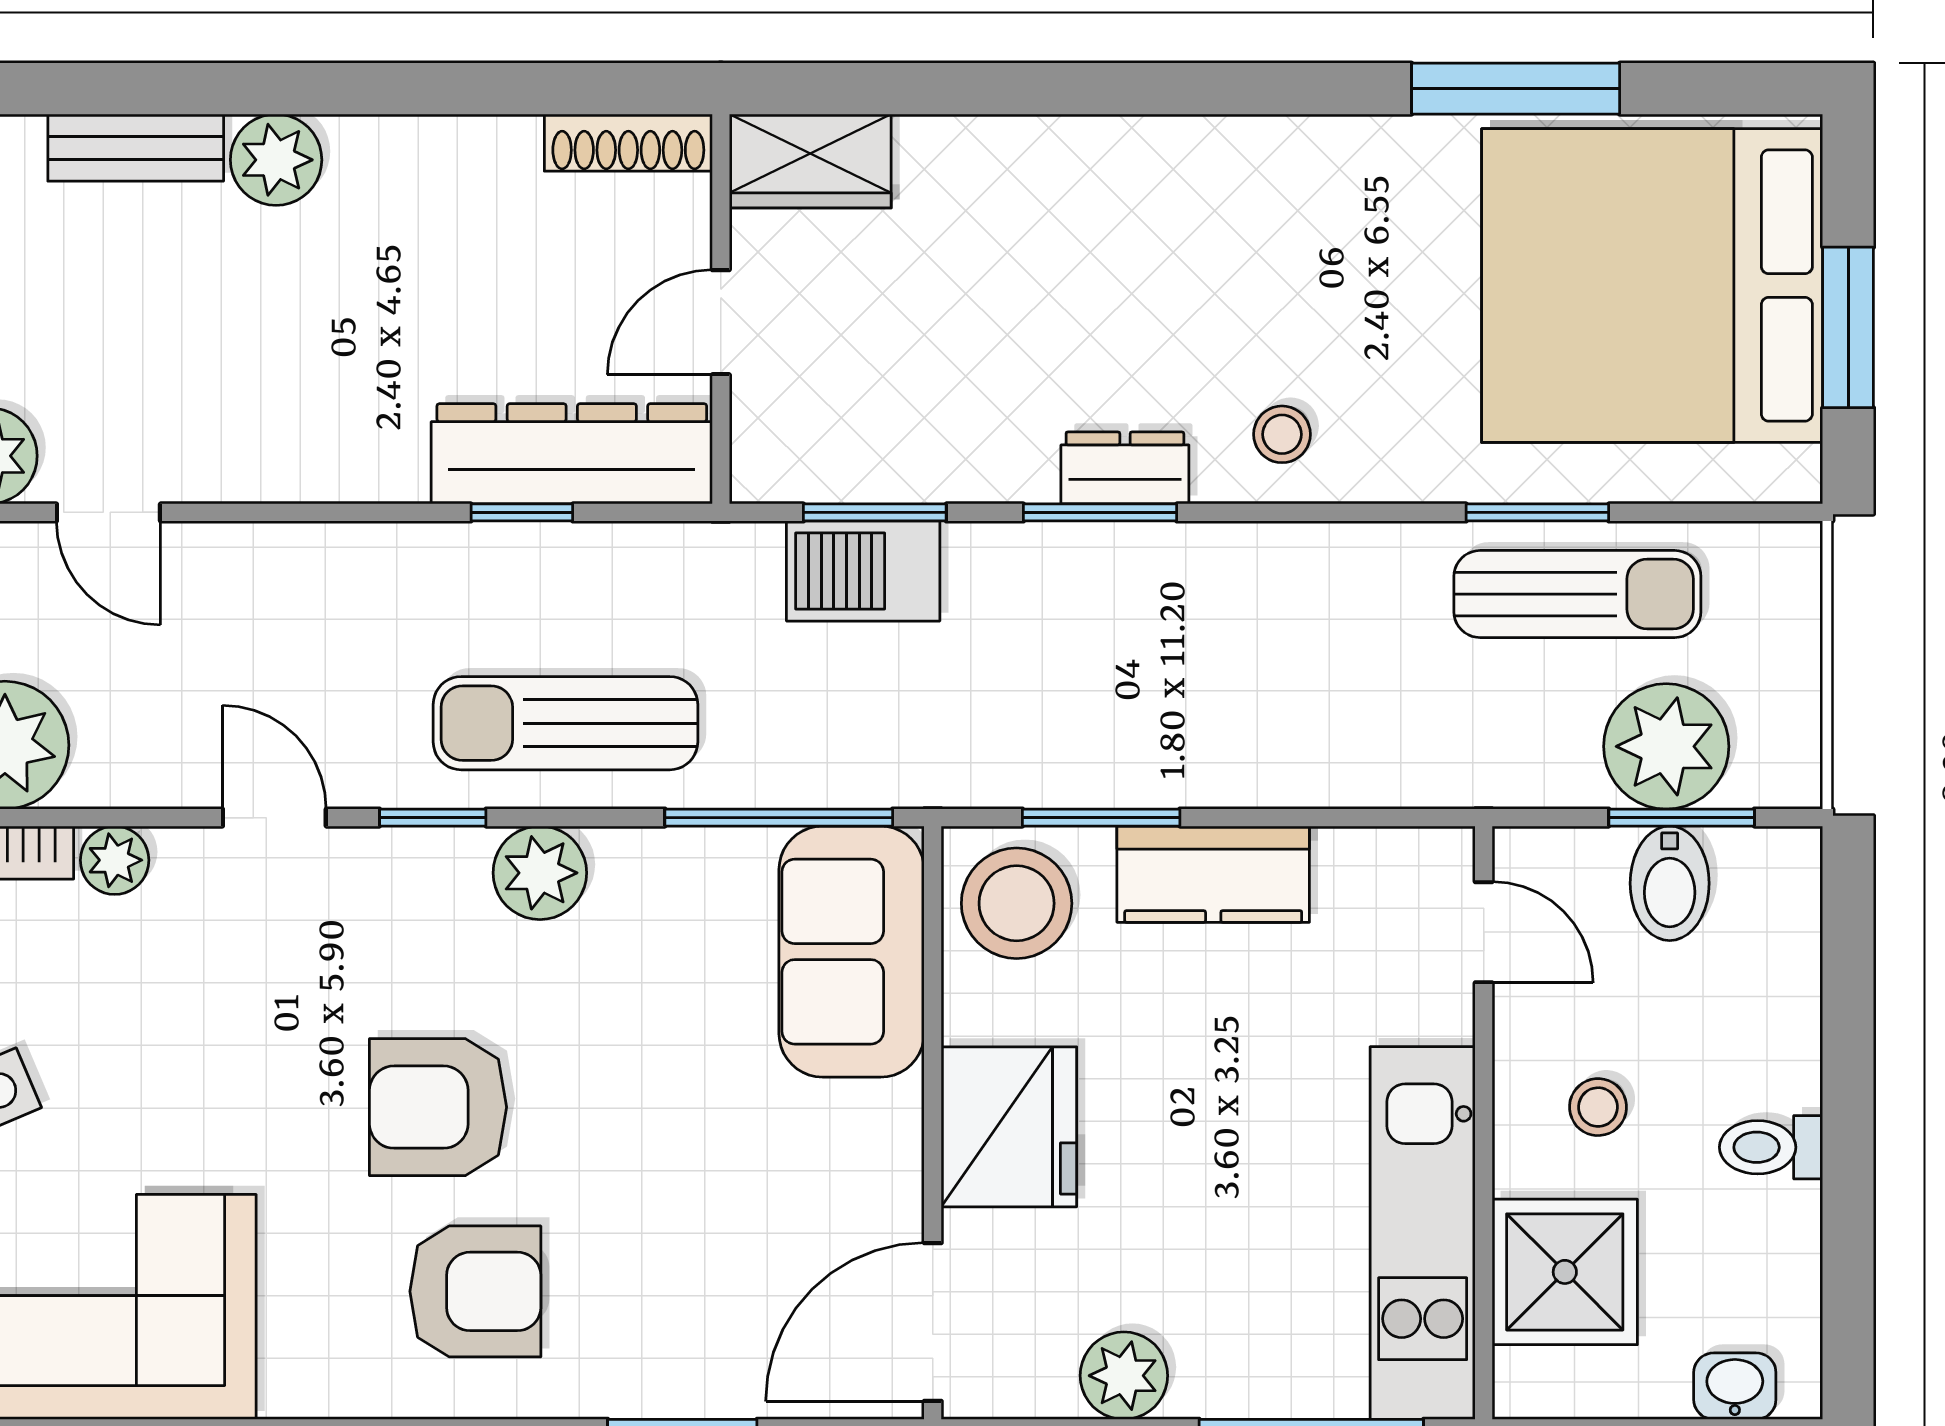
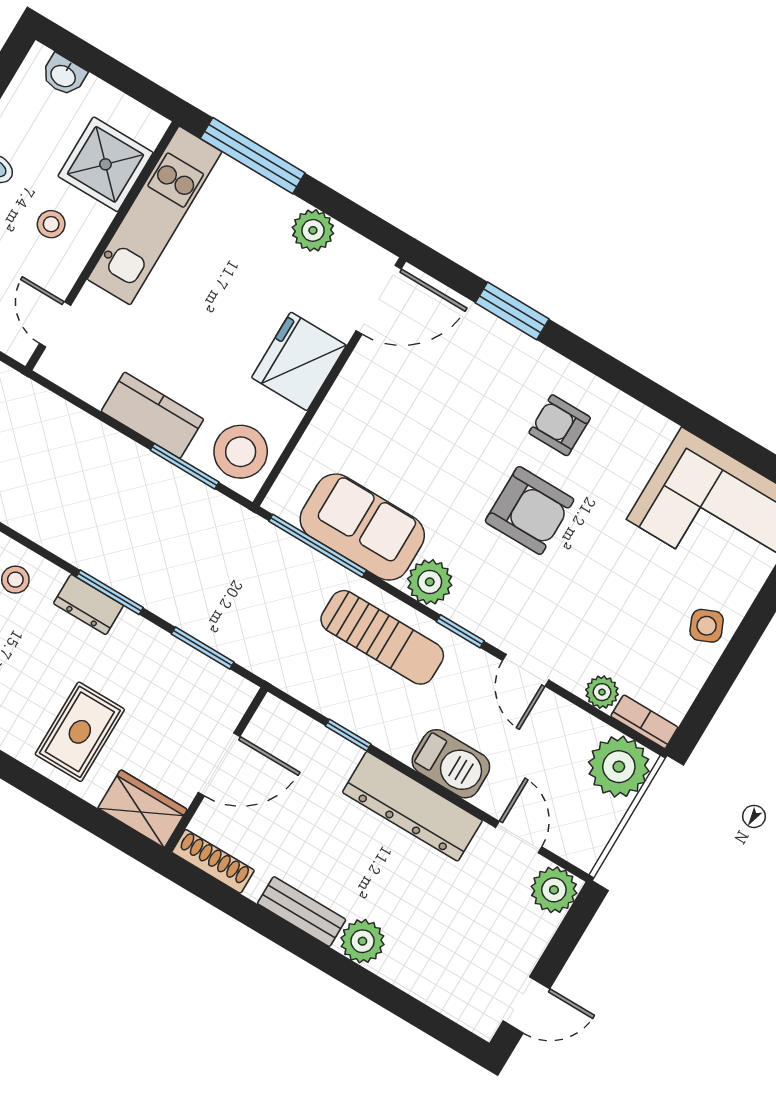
bench: (136, 148) -> (302, 912), moved
rug: (1004, 231) -> (80, 732), added
door: (721, 322) -> (219, 764), width x1.38
dresser: (572, 454) -> (412, 806), moved
barbecue: (863, 571) -> (451, 764), moved
sofa: (852, 952) -> (362, 527), moved, turned -90
armchair: (475, 1291) -> (560, 425), width x0.72, depth x0.72

